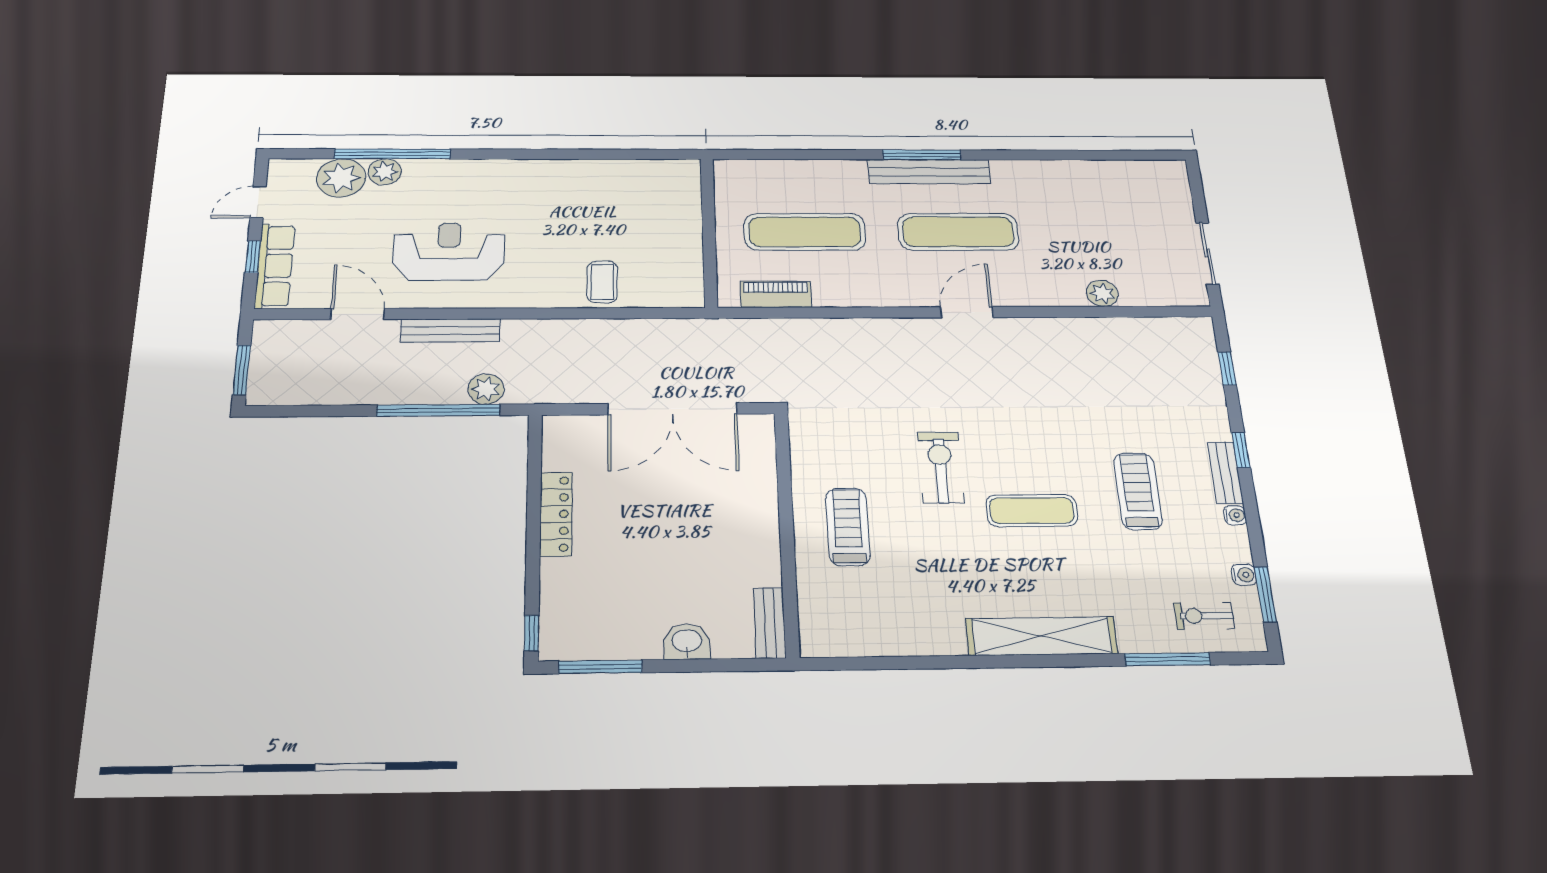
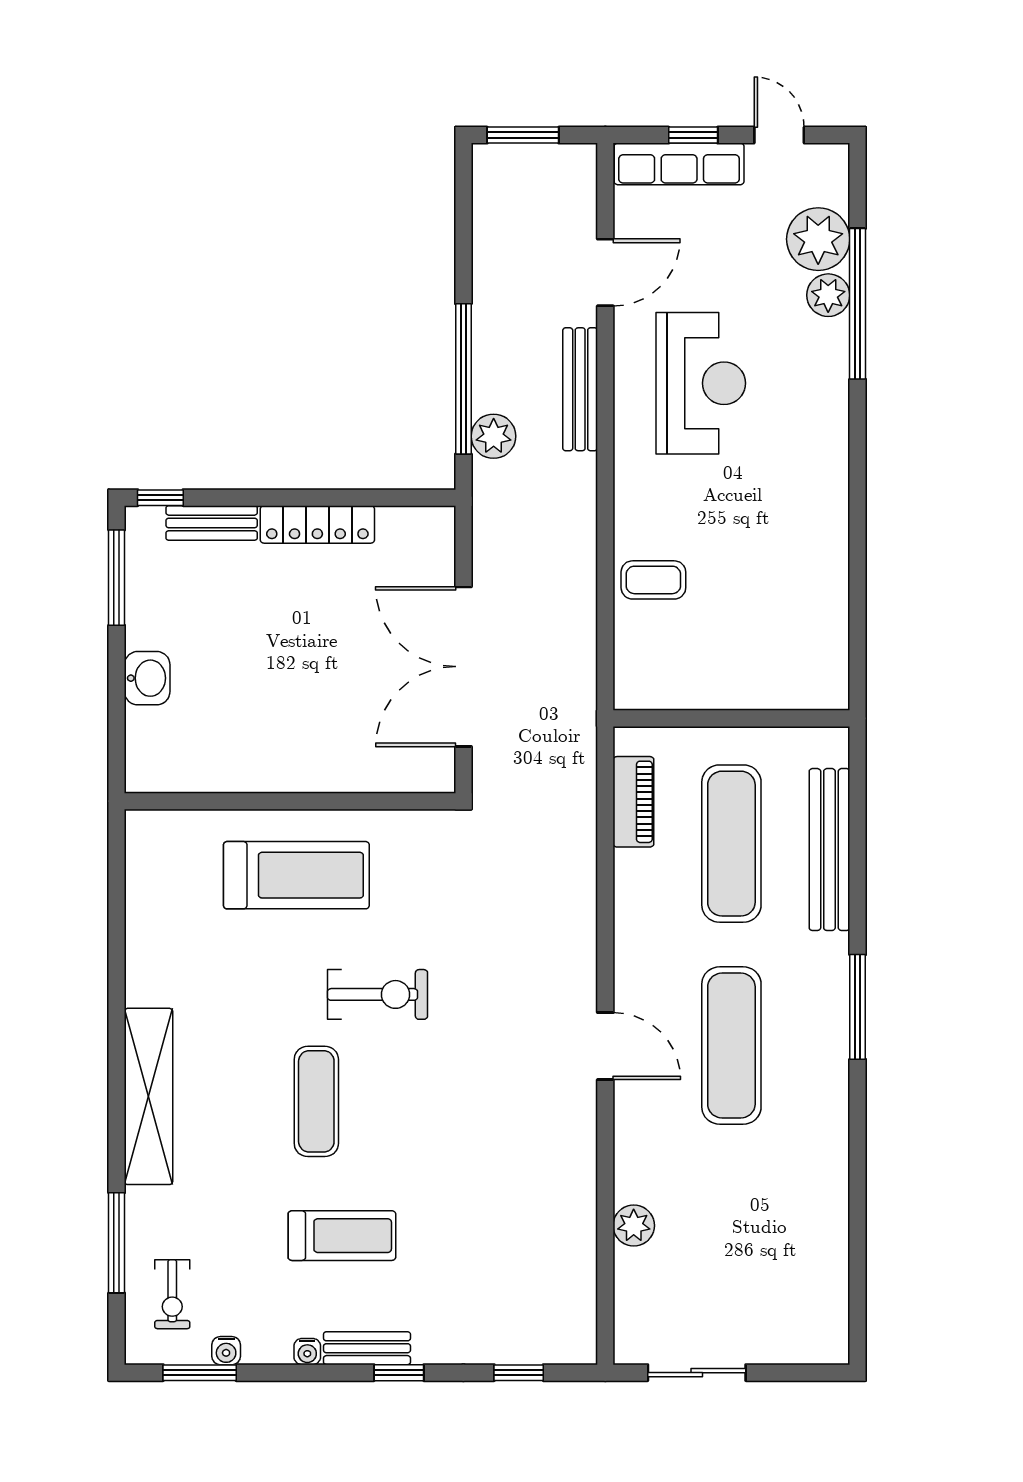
bench: (929, 172) -> (829, 850), moved
treadmill: (848, 527) -> (296, 875), width x1.37, depth x1.38
exercise bike: (1204, 616) -> (172, 1294), turned 180
bench: (770, 623) -> (212, 523), moved

